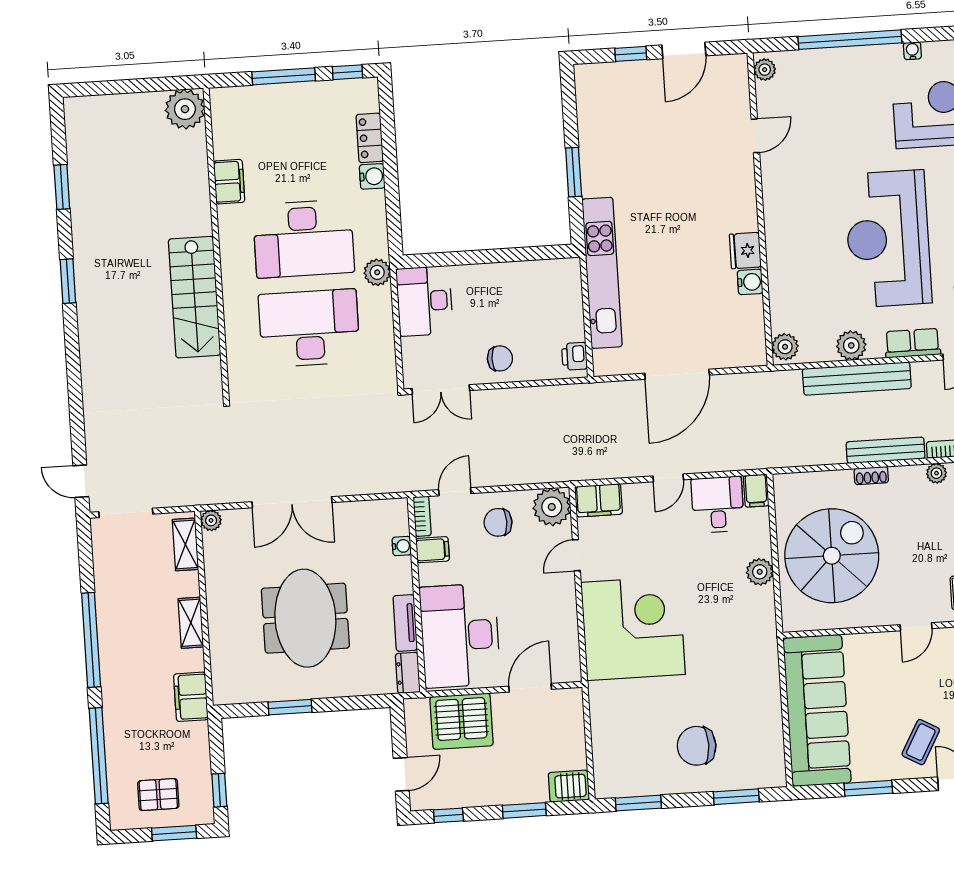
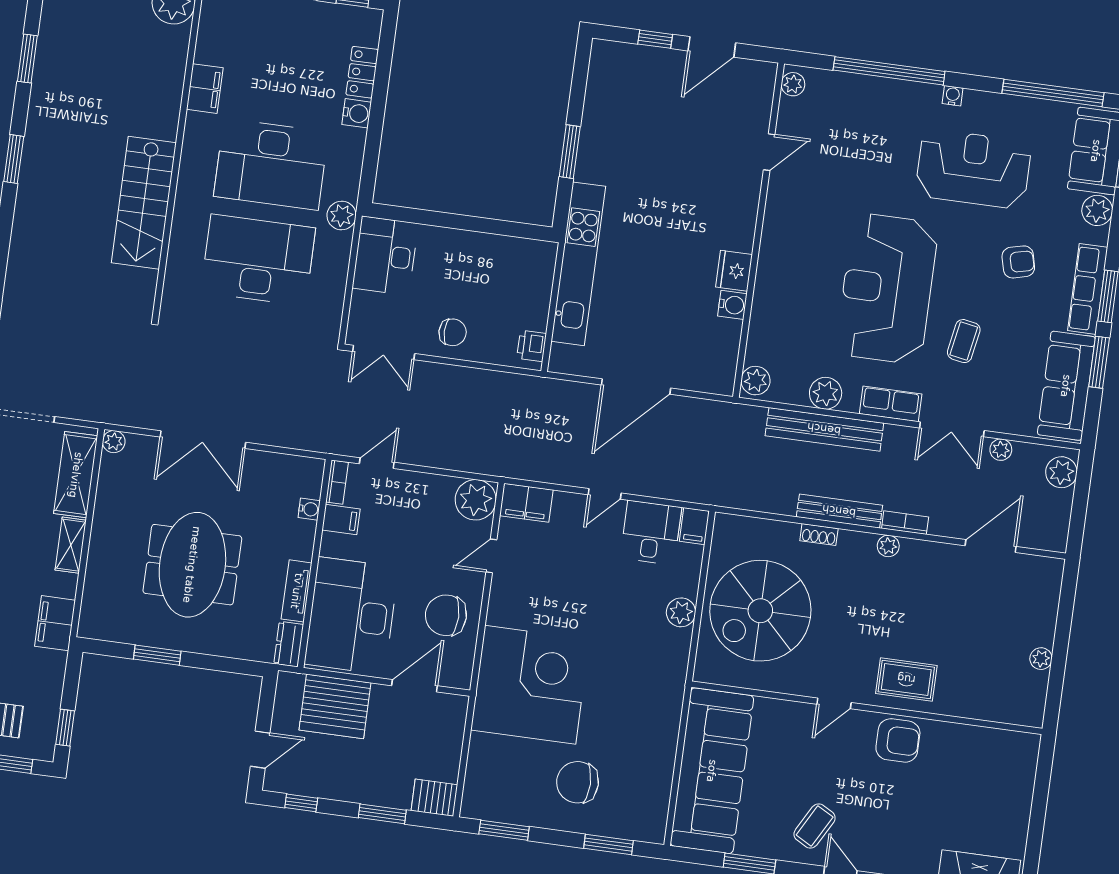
chair: (498, 522) -> (446, 615), moved, width x1.37, depth x1.37
shelving: (185, 544) -> (76, 475), width x1.50, depth x1.33
spiral stairs: (832, 556) -> (760, 611), turned 180
corner desk: (633, 628) -> (530, 685), moved

